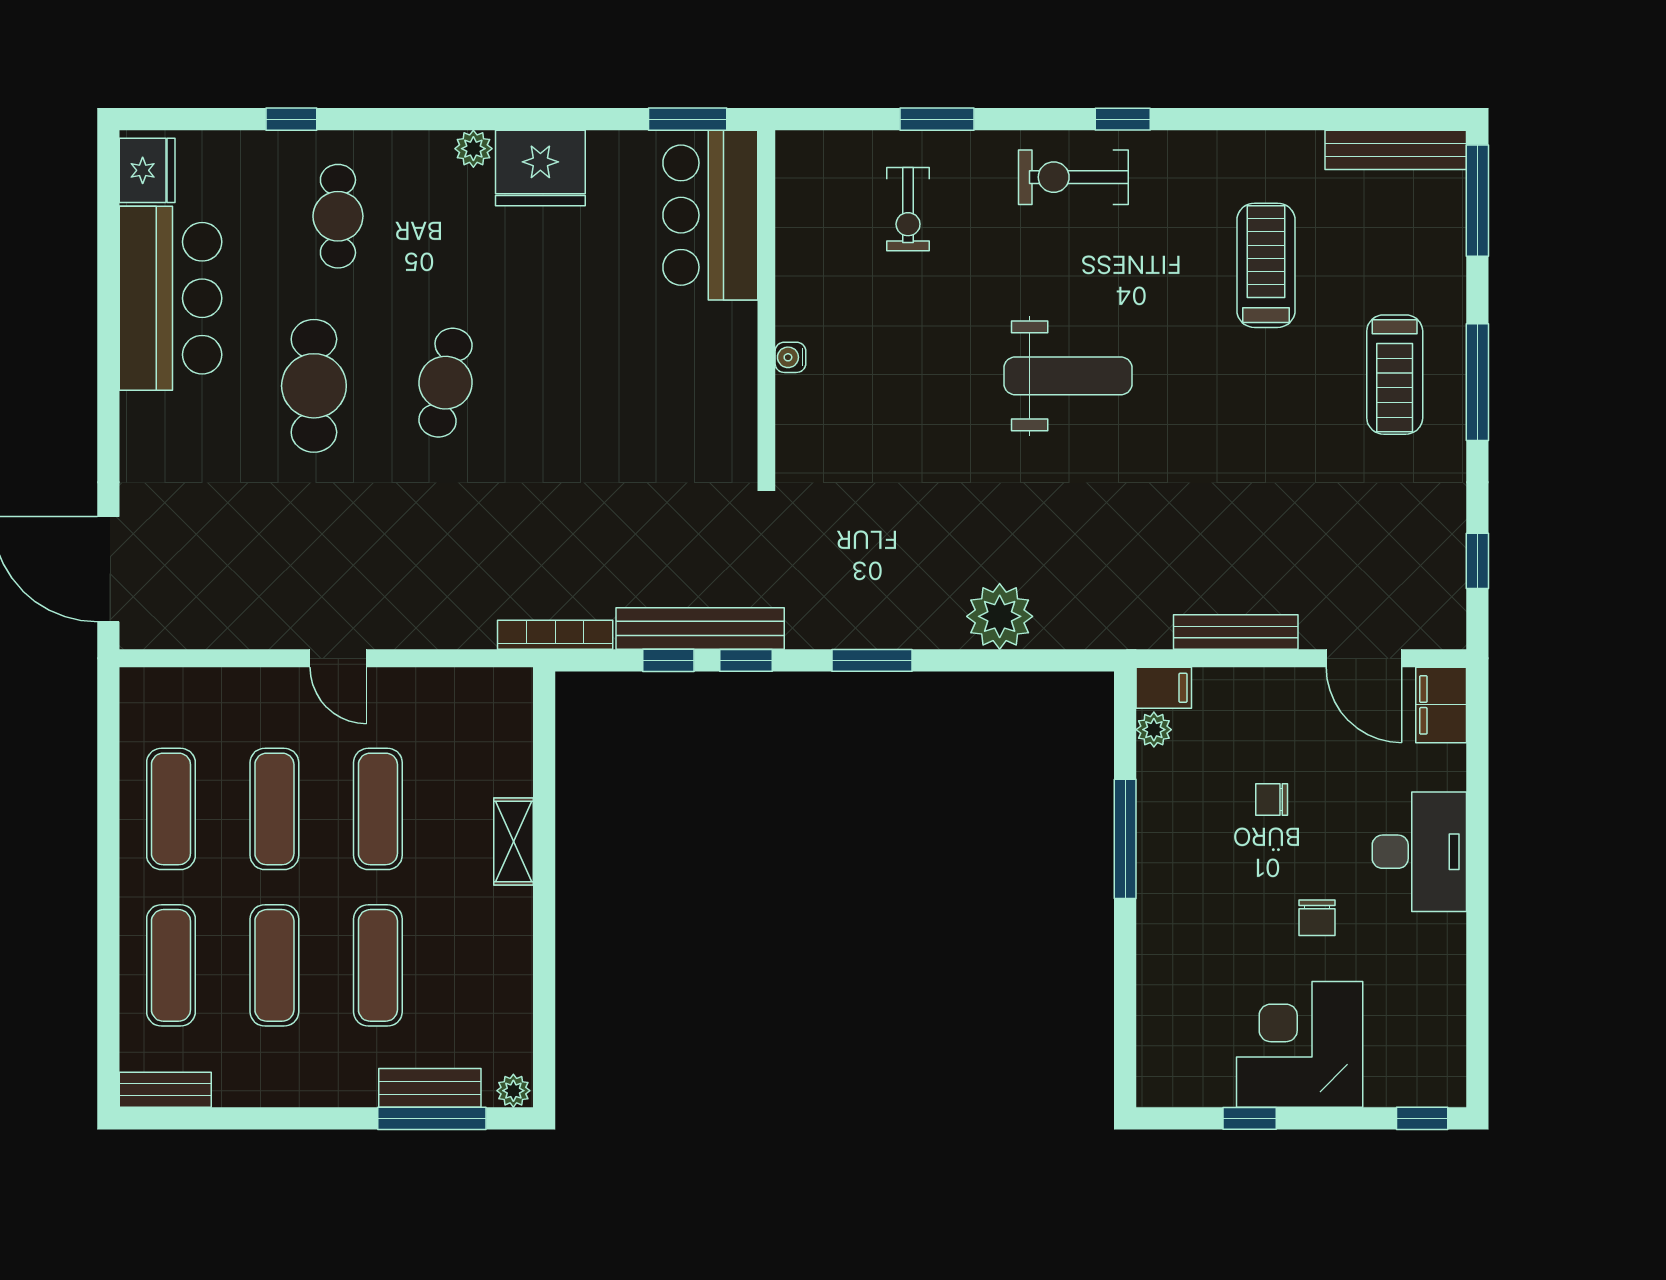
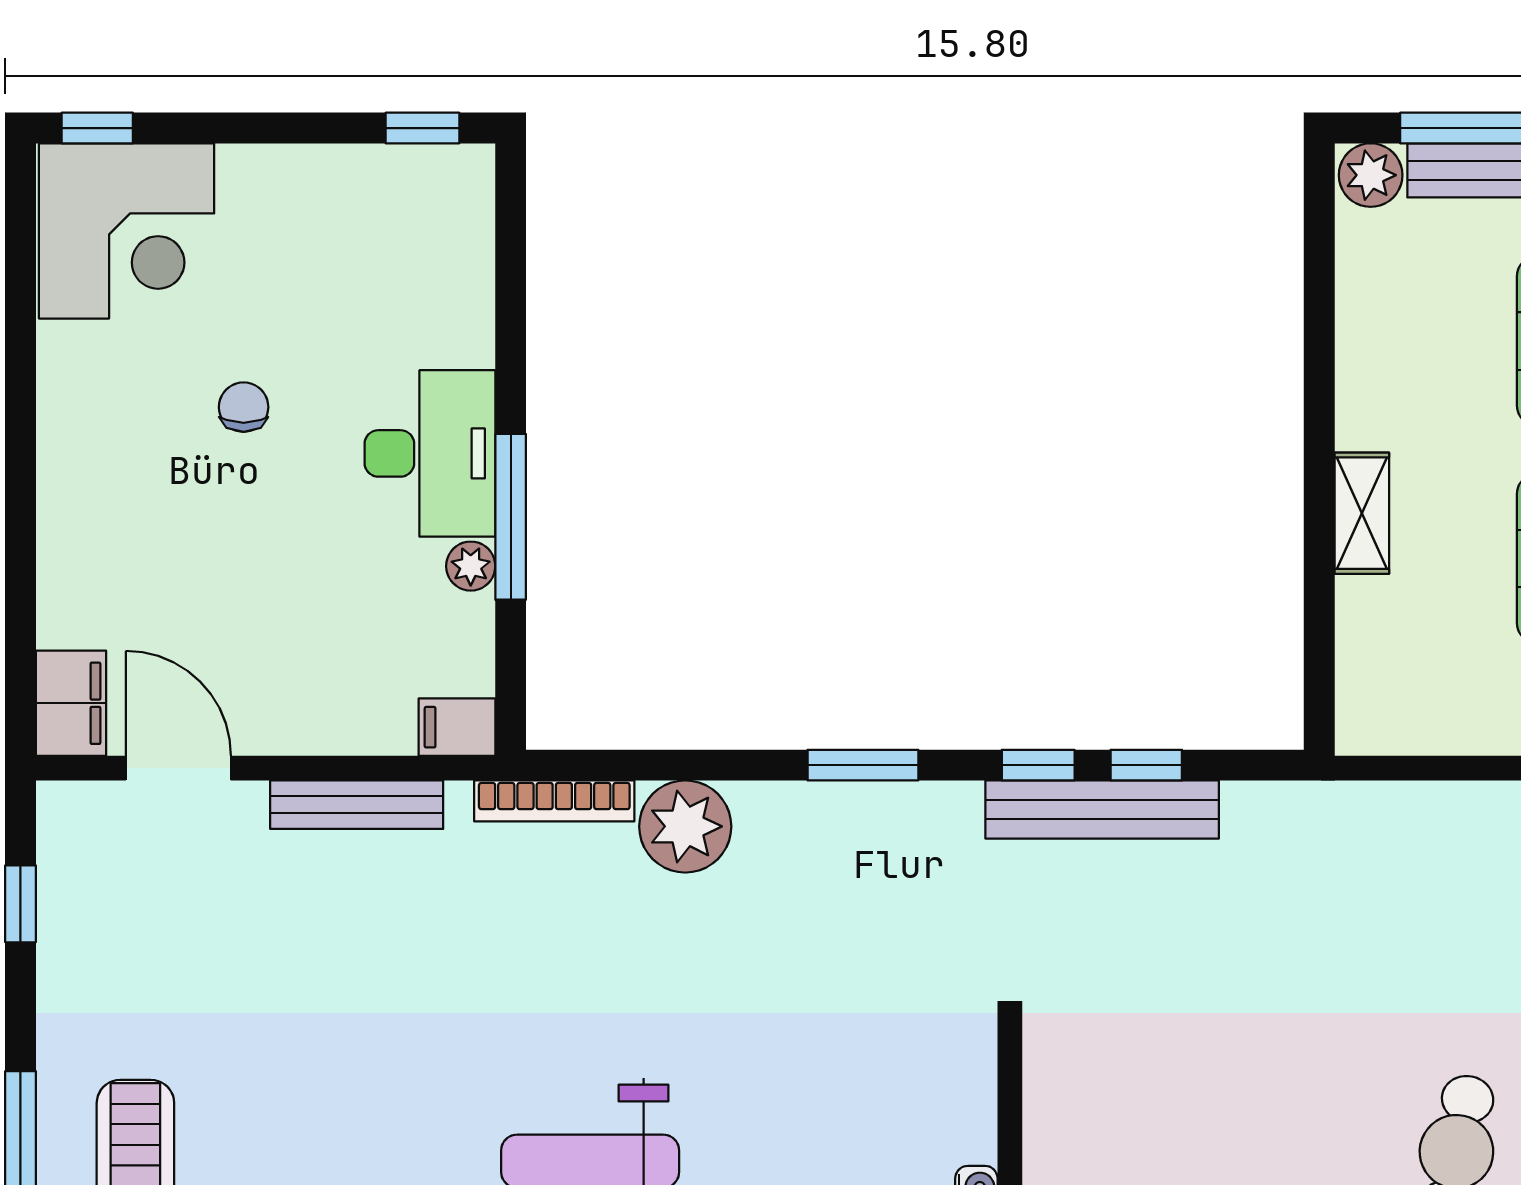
bookcase: (555, 635) -> (554, 801), moved
plant: (1154, 730) -> (471, 566), moved
chair: (1272, 800) -> (307, 572), removed
desk: (1419, 852) -> (430, 453), moved, turned 180
corner desk: (1300, 1044) -> (127, 231), moved
plant: (513, 1091) -> (1371, 175), width x1.38, depth x1.38
window: (1250, 1118) -> (422, 128), moved

